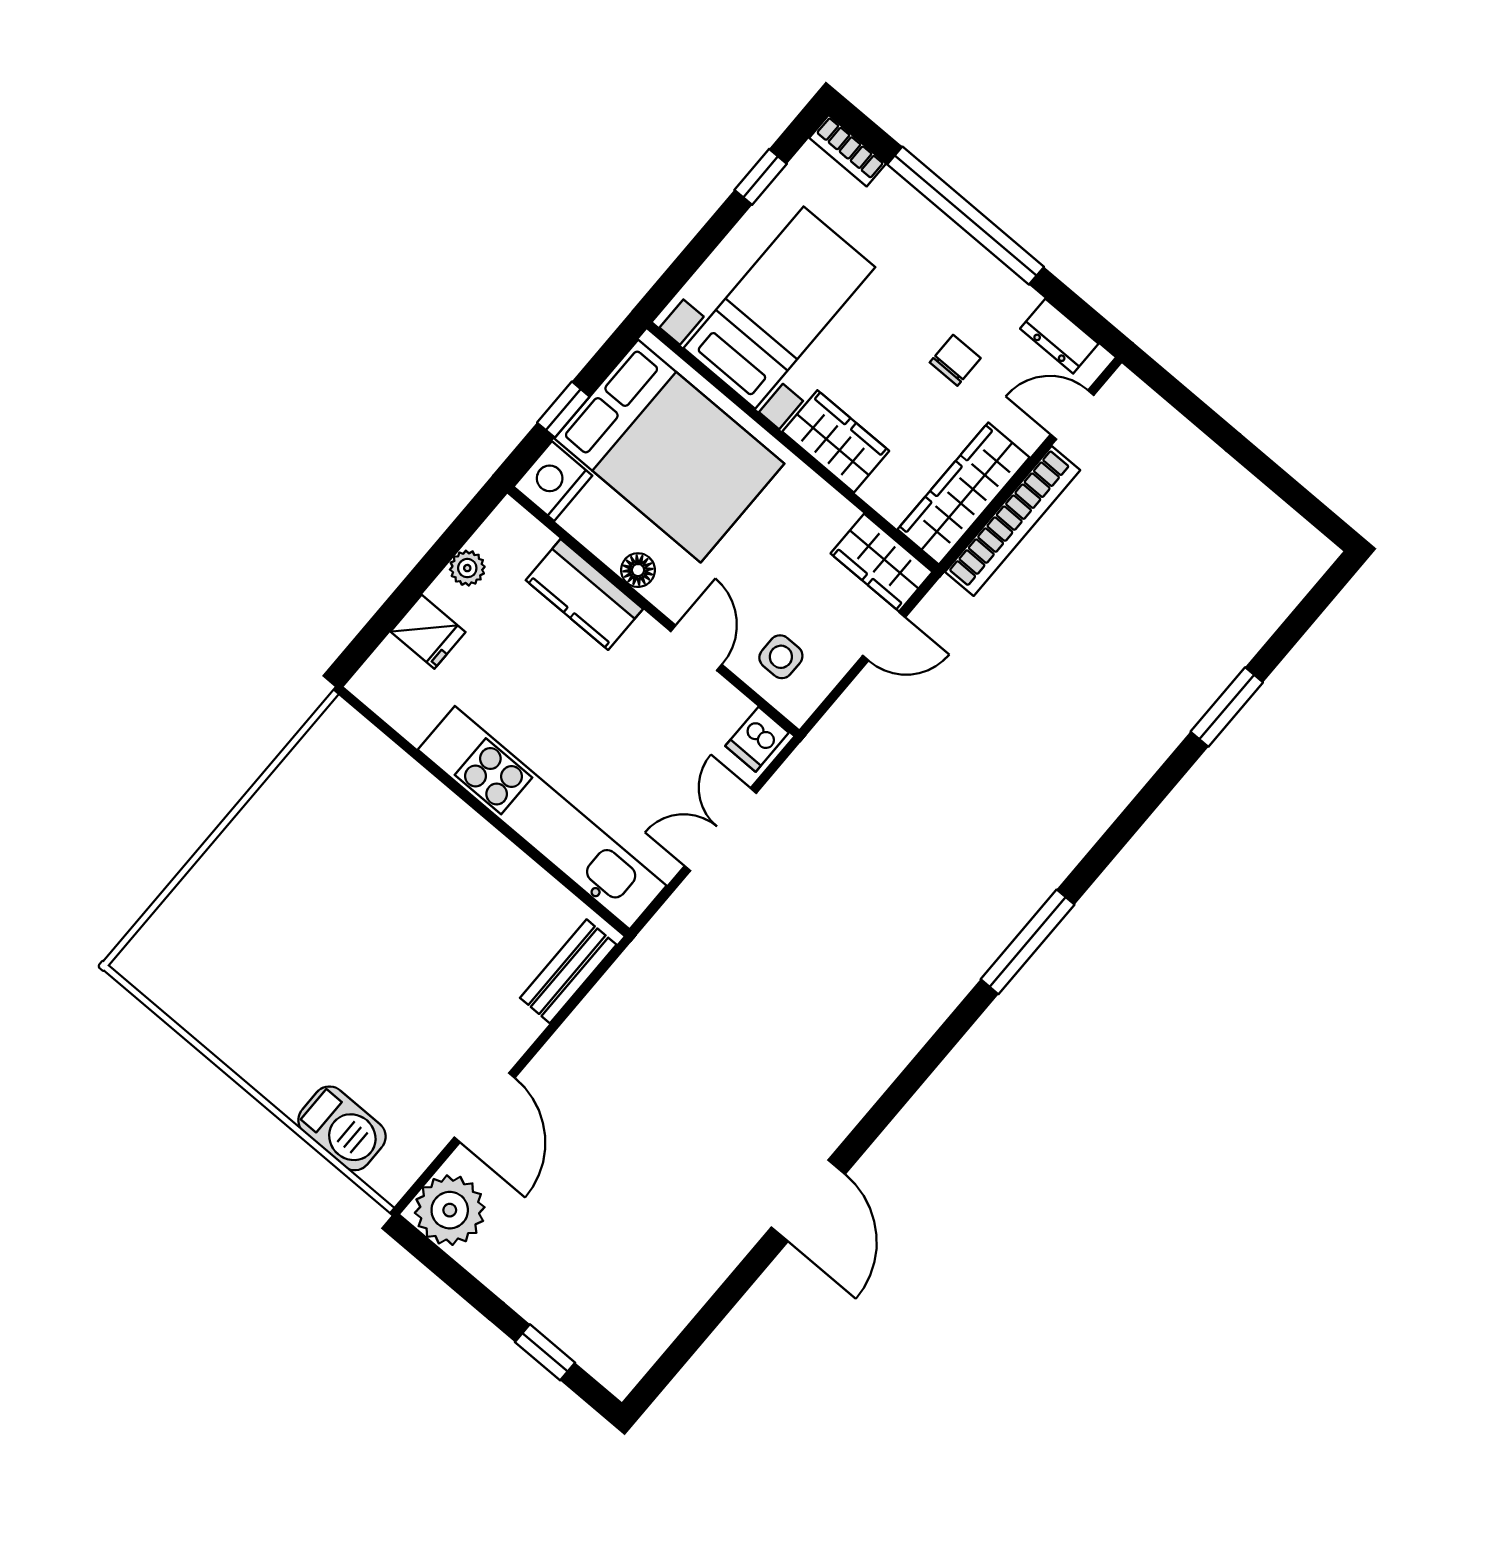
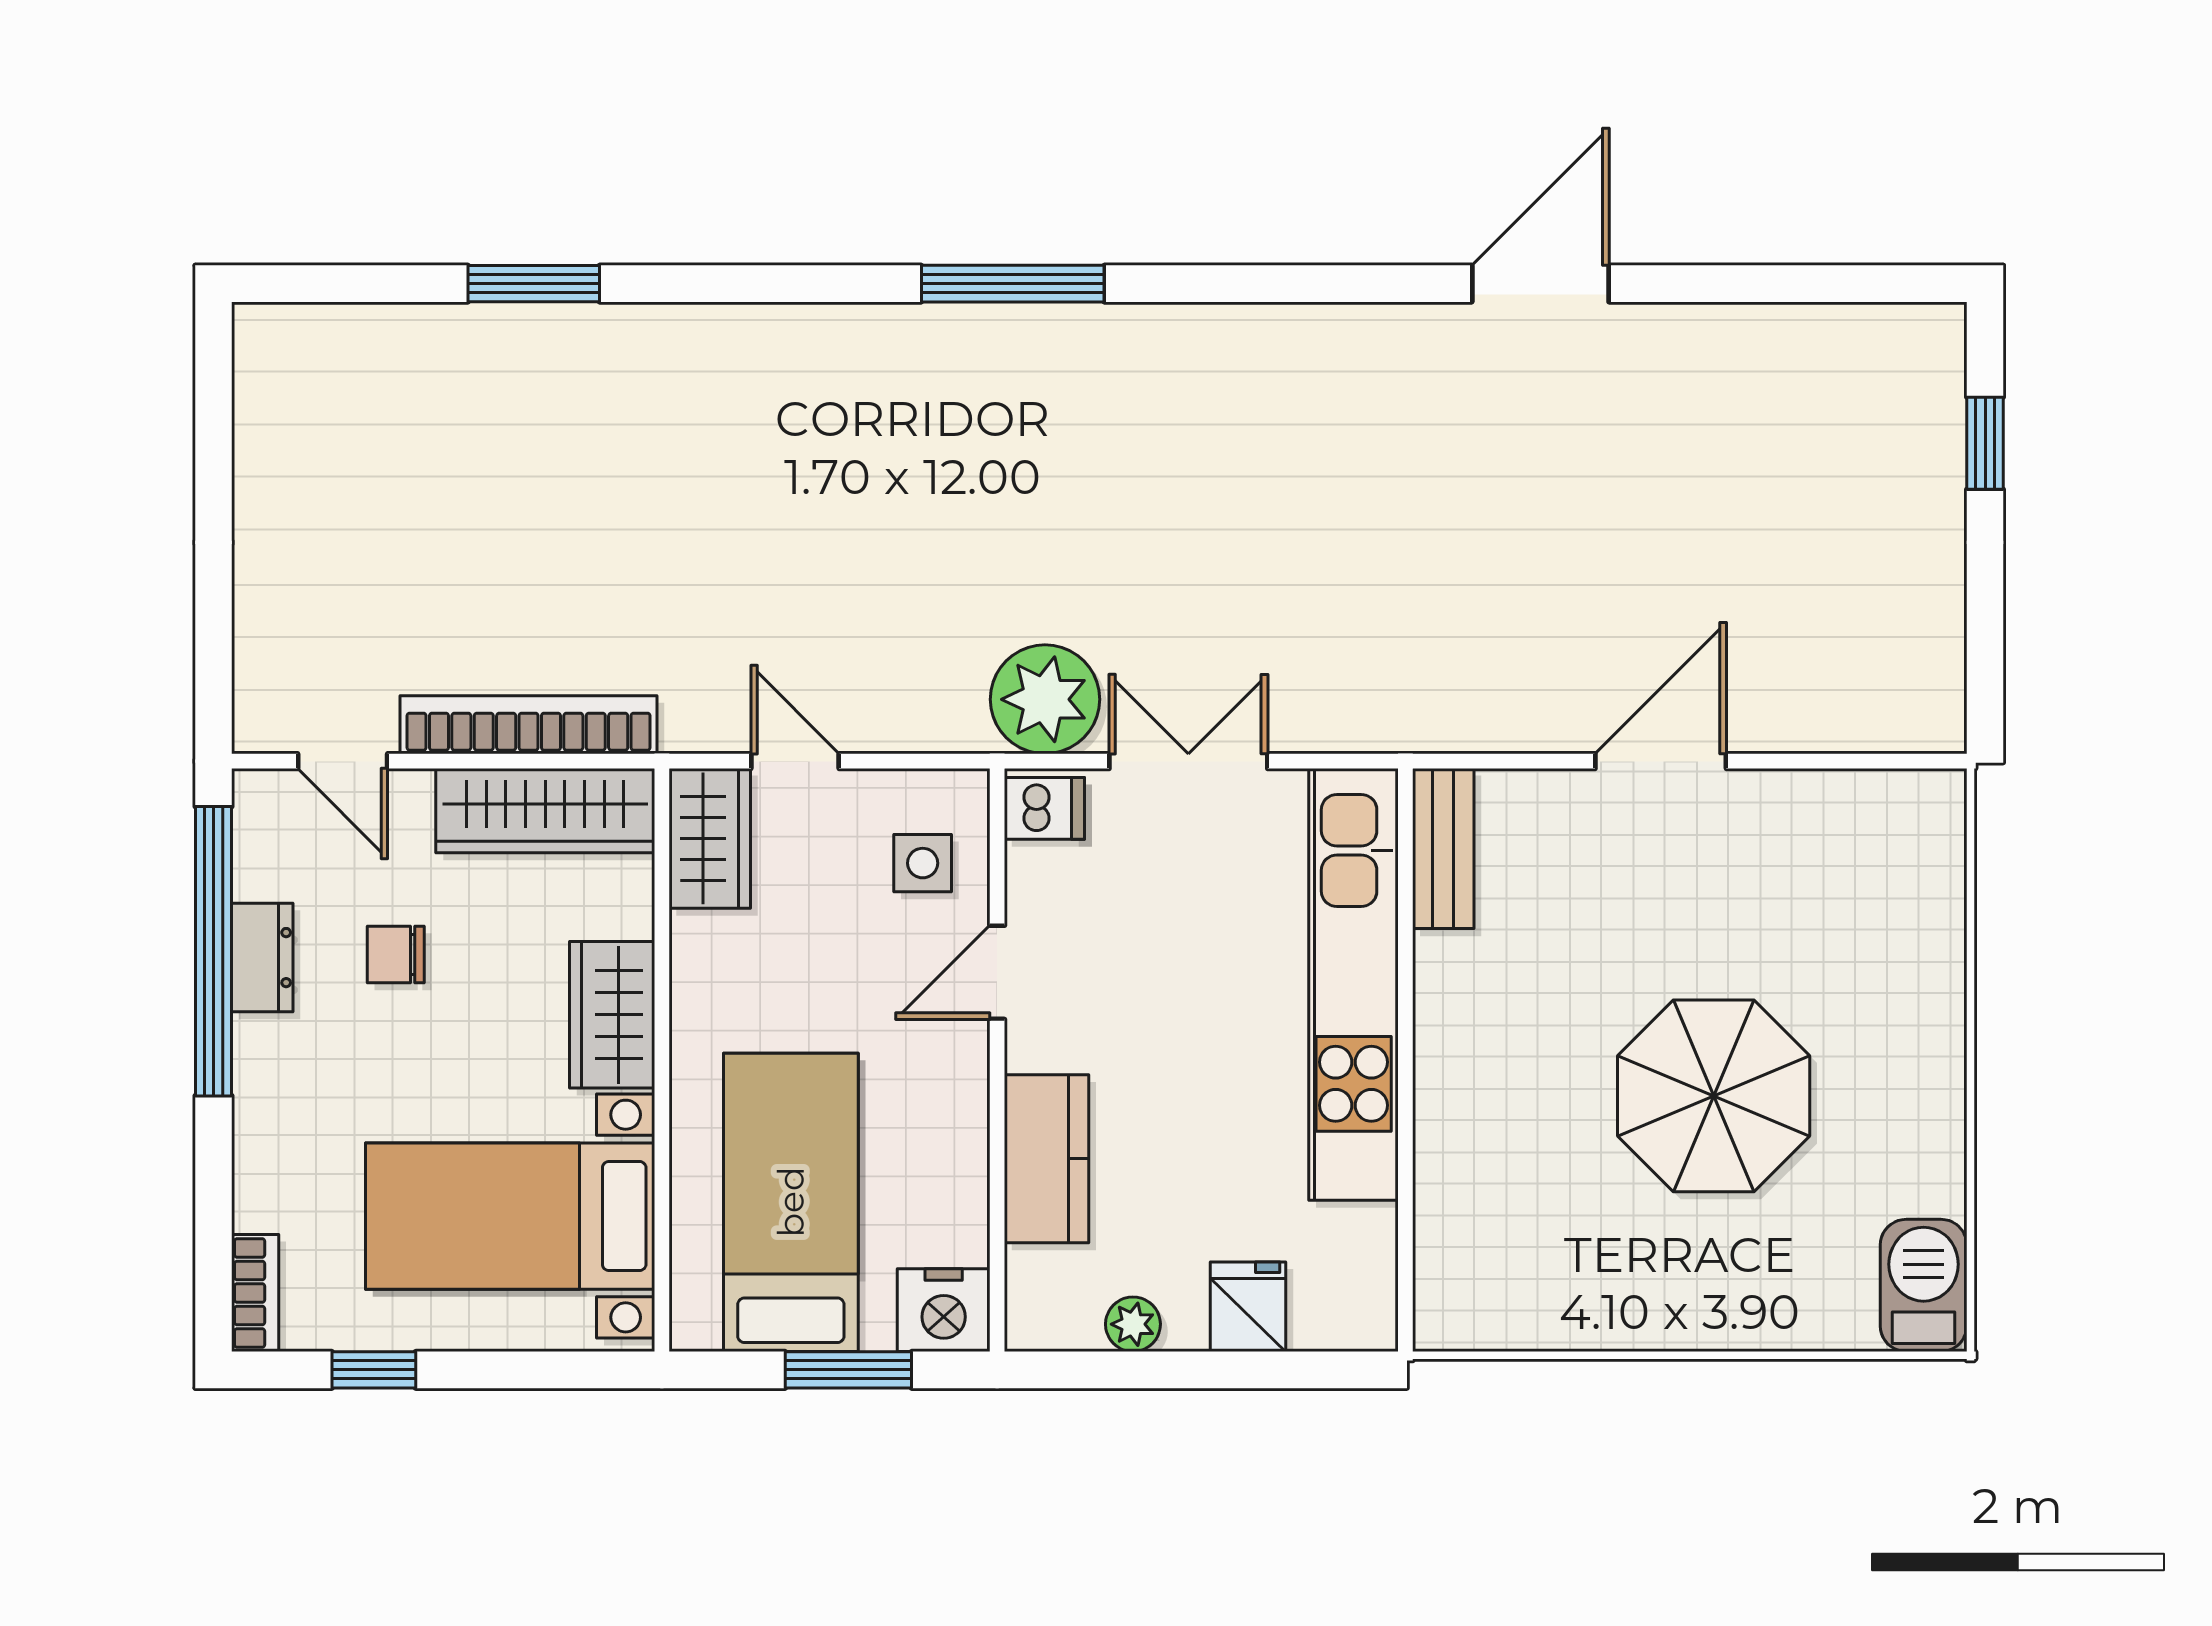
window: (966, 216) -> (213, 951), moved
dresser: (1059, 336) -> (262, 958), moved
window: (563, 410) -> (848, 1370), width x1.50
bed: (669, 451) -> (791, 1202), width x0.67
floor lamp: (638, 570) -> (964, 1120), removed
double door: (720, 829) -> (1188, 761), swing flipped
parasol: (338, 948) -> (1714, 1096), added
bench: (568, 971) -> (1443, 849), moved, turned 90
door: (485, 1108) -> (1661, 761), moved
barbecue: (342, 1128) -> (1924, 1285), moved
plant: (450, 1210) -> (1045, 699), moved

